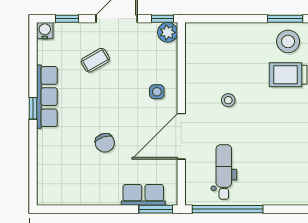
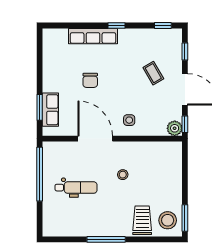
water cooler: (45, 31) -> (176, 35), removed
window: (33, 48) -> (163, 25), added
row of seats: (47, 97) -> (93, 36), moved
chair: (105, 143) -> (90, 80), turned -71
dental chair: (224, 172) -> (76, 188), moved
window: (156, 209) -> (40, 107), moved

